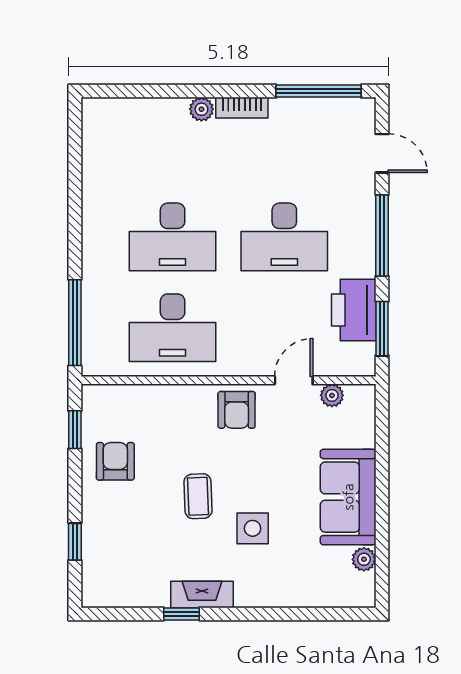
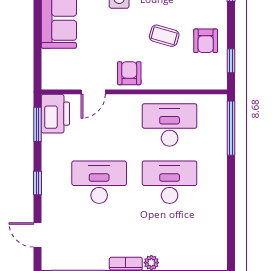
window: (382, 235) -> (38, 183), width x0.46
printer: (354, 310) -> (55, 114), moved
plant: (332, 395) -> (69, 82), removed
coffee table: (198, 496) -> (164, 36), moved, turned -72

